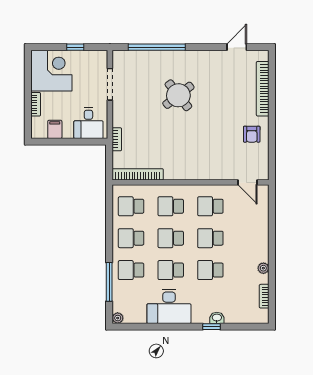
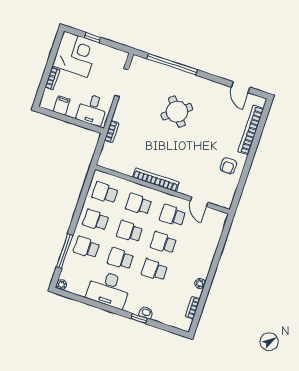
window: (75, 47) -> (92, 38), moved
door: (237, 47) -> (240, 87), swing flipped
bookcase: (138, 174) -> (156, 180), moved
door: (248, 182) -> (199, 202), moved

